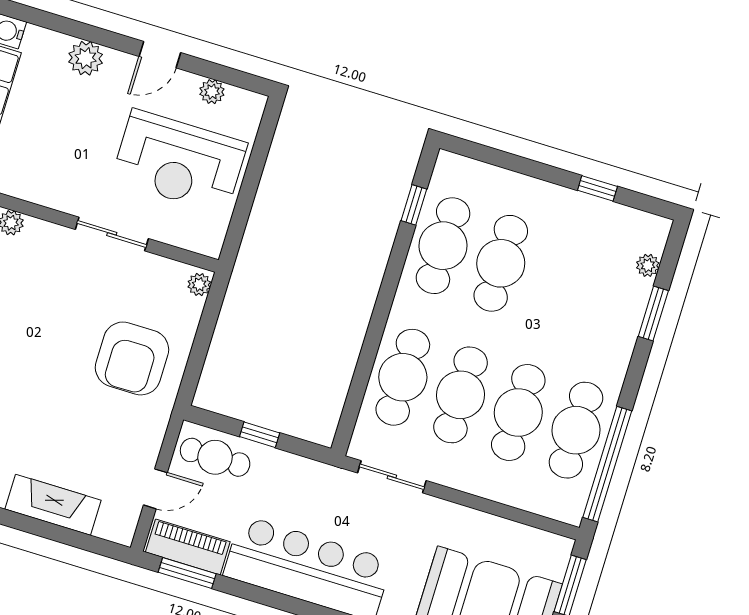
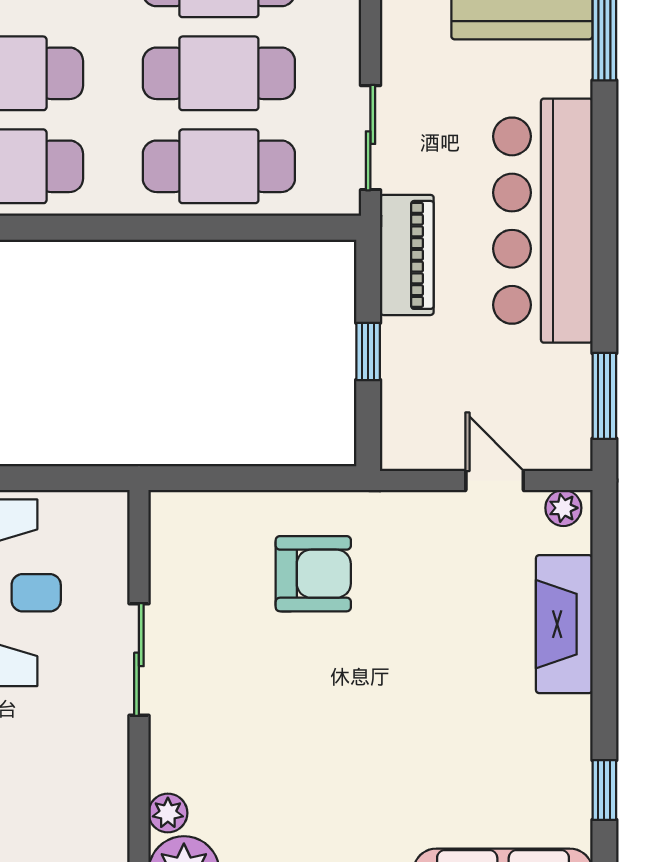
plant: (199, 284) -> (563, 508), moved
armchair: (132, 358) -> (313, 574), width x0.73, depth x0.73
cafe table: (215, 457) -> (421, 407), removed
piano: (188, 547) -> (407, 255), moved, turned 180

